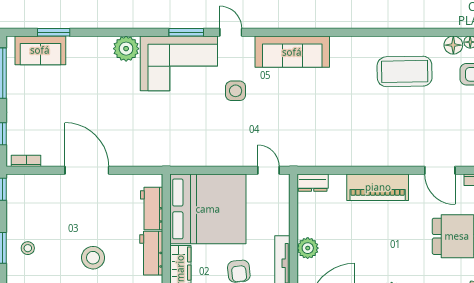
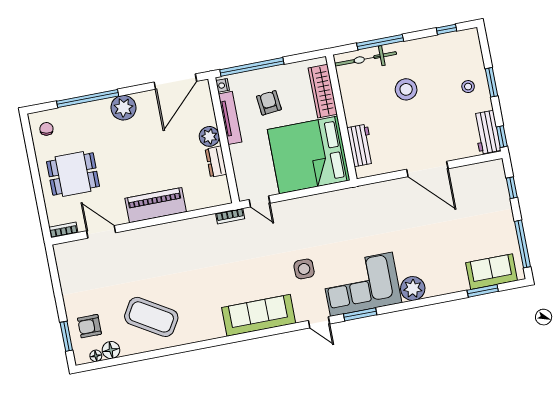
coffee table: (405, 71) -> (151, 317), turned 32
bookcase: (26, 161) -> (230, 216), moved
dresser: (313, 183) -> (216, 162), moved, turned -90
workbench: (151, 253) -> (487, 132), moved, turned 180

